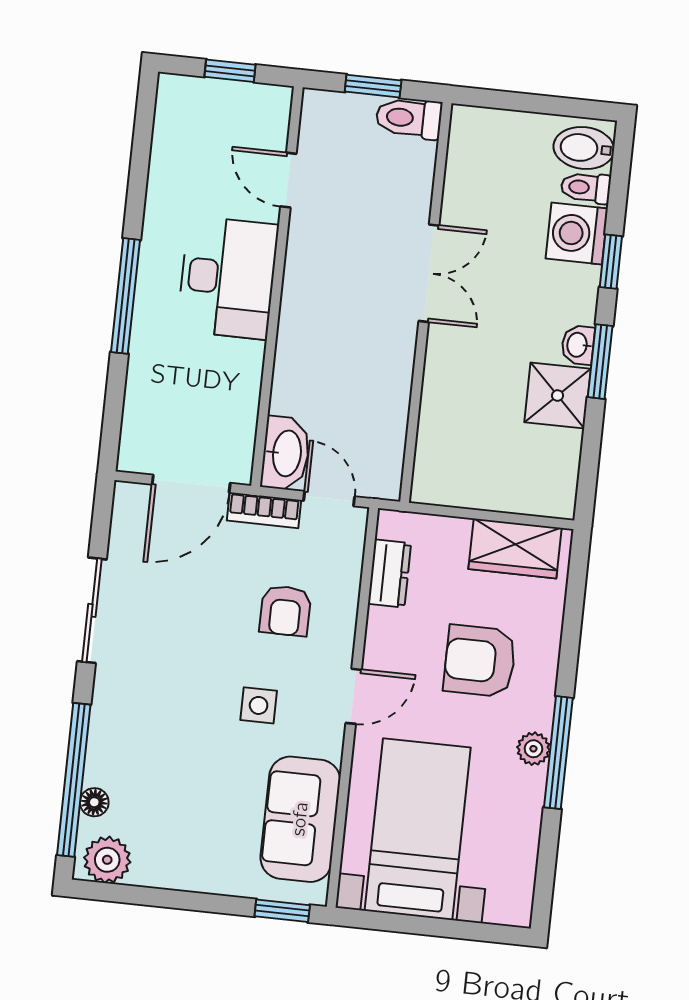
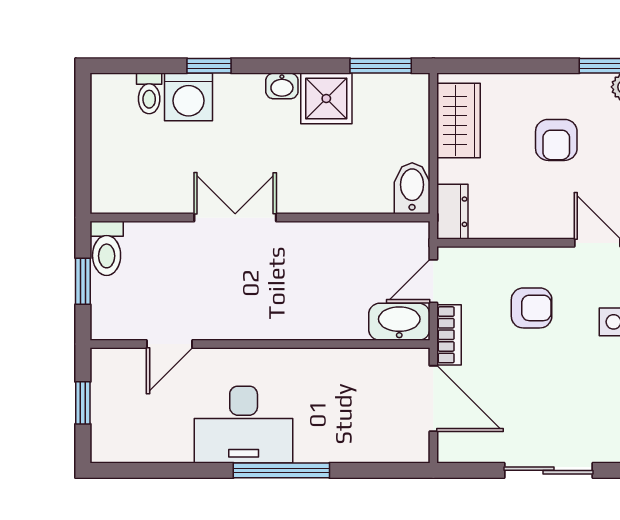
bidet: (584, 148) -> (412, 188), moved, turned 180
desk: (228, 278) -> (244, 425), moved, turned 180
window: (600, 362) -> (381, 66), moved
dresser: (389, 574) -> (452, 212), moved, turned 90
armchair: (480, 661) -> (556, 140), width x0.72, depth x0.72

